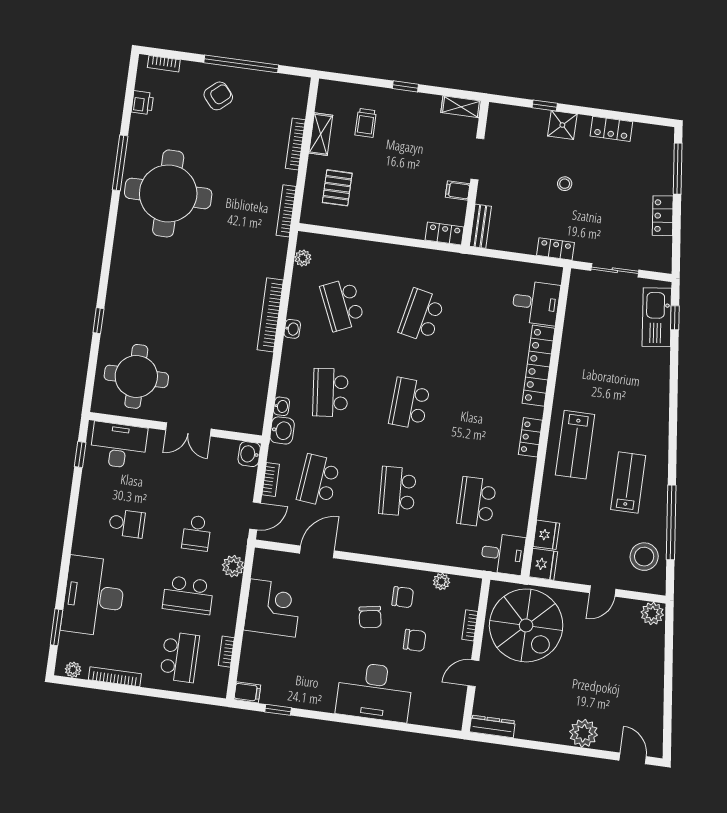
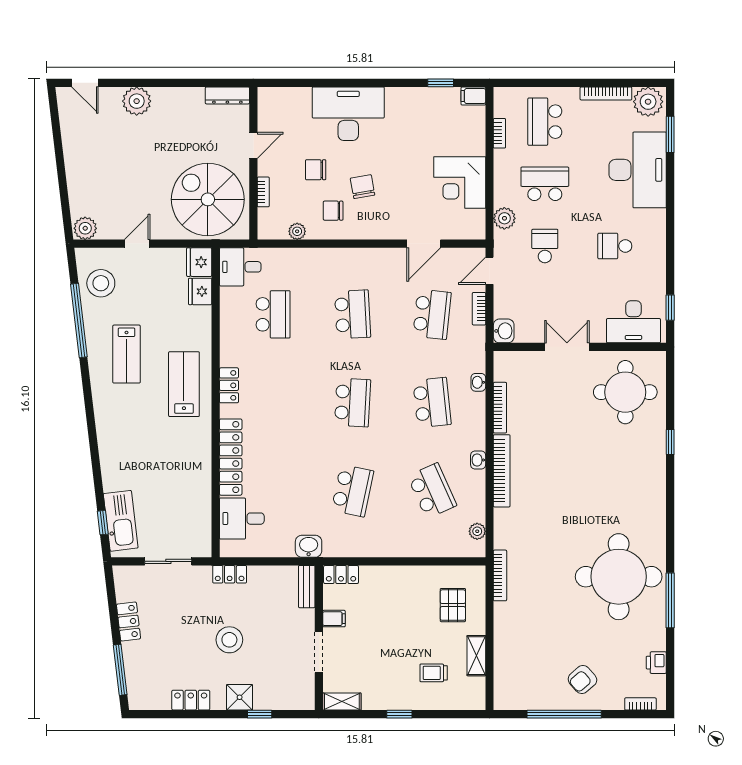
trolley: (366, 123) -> (434, 673), turned -90
bookcase: (295, 144) -> (500, 408), moved
stool: (565, 184) -> (229, 640), width x1.89, depth x1.89
washbasin: (282, 430) -> (309, 546), moved, turned 90
plant: (73, 670) -> (648, 102), width x1.88, depth x1.88

